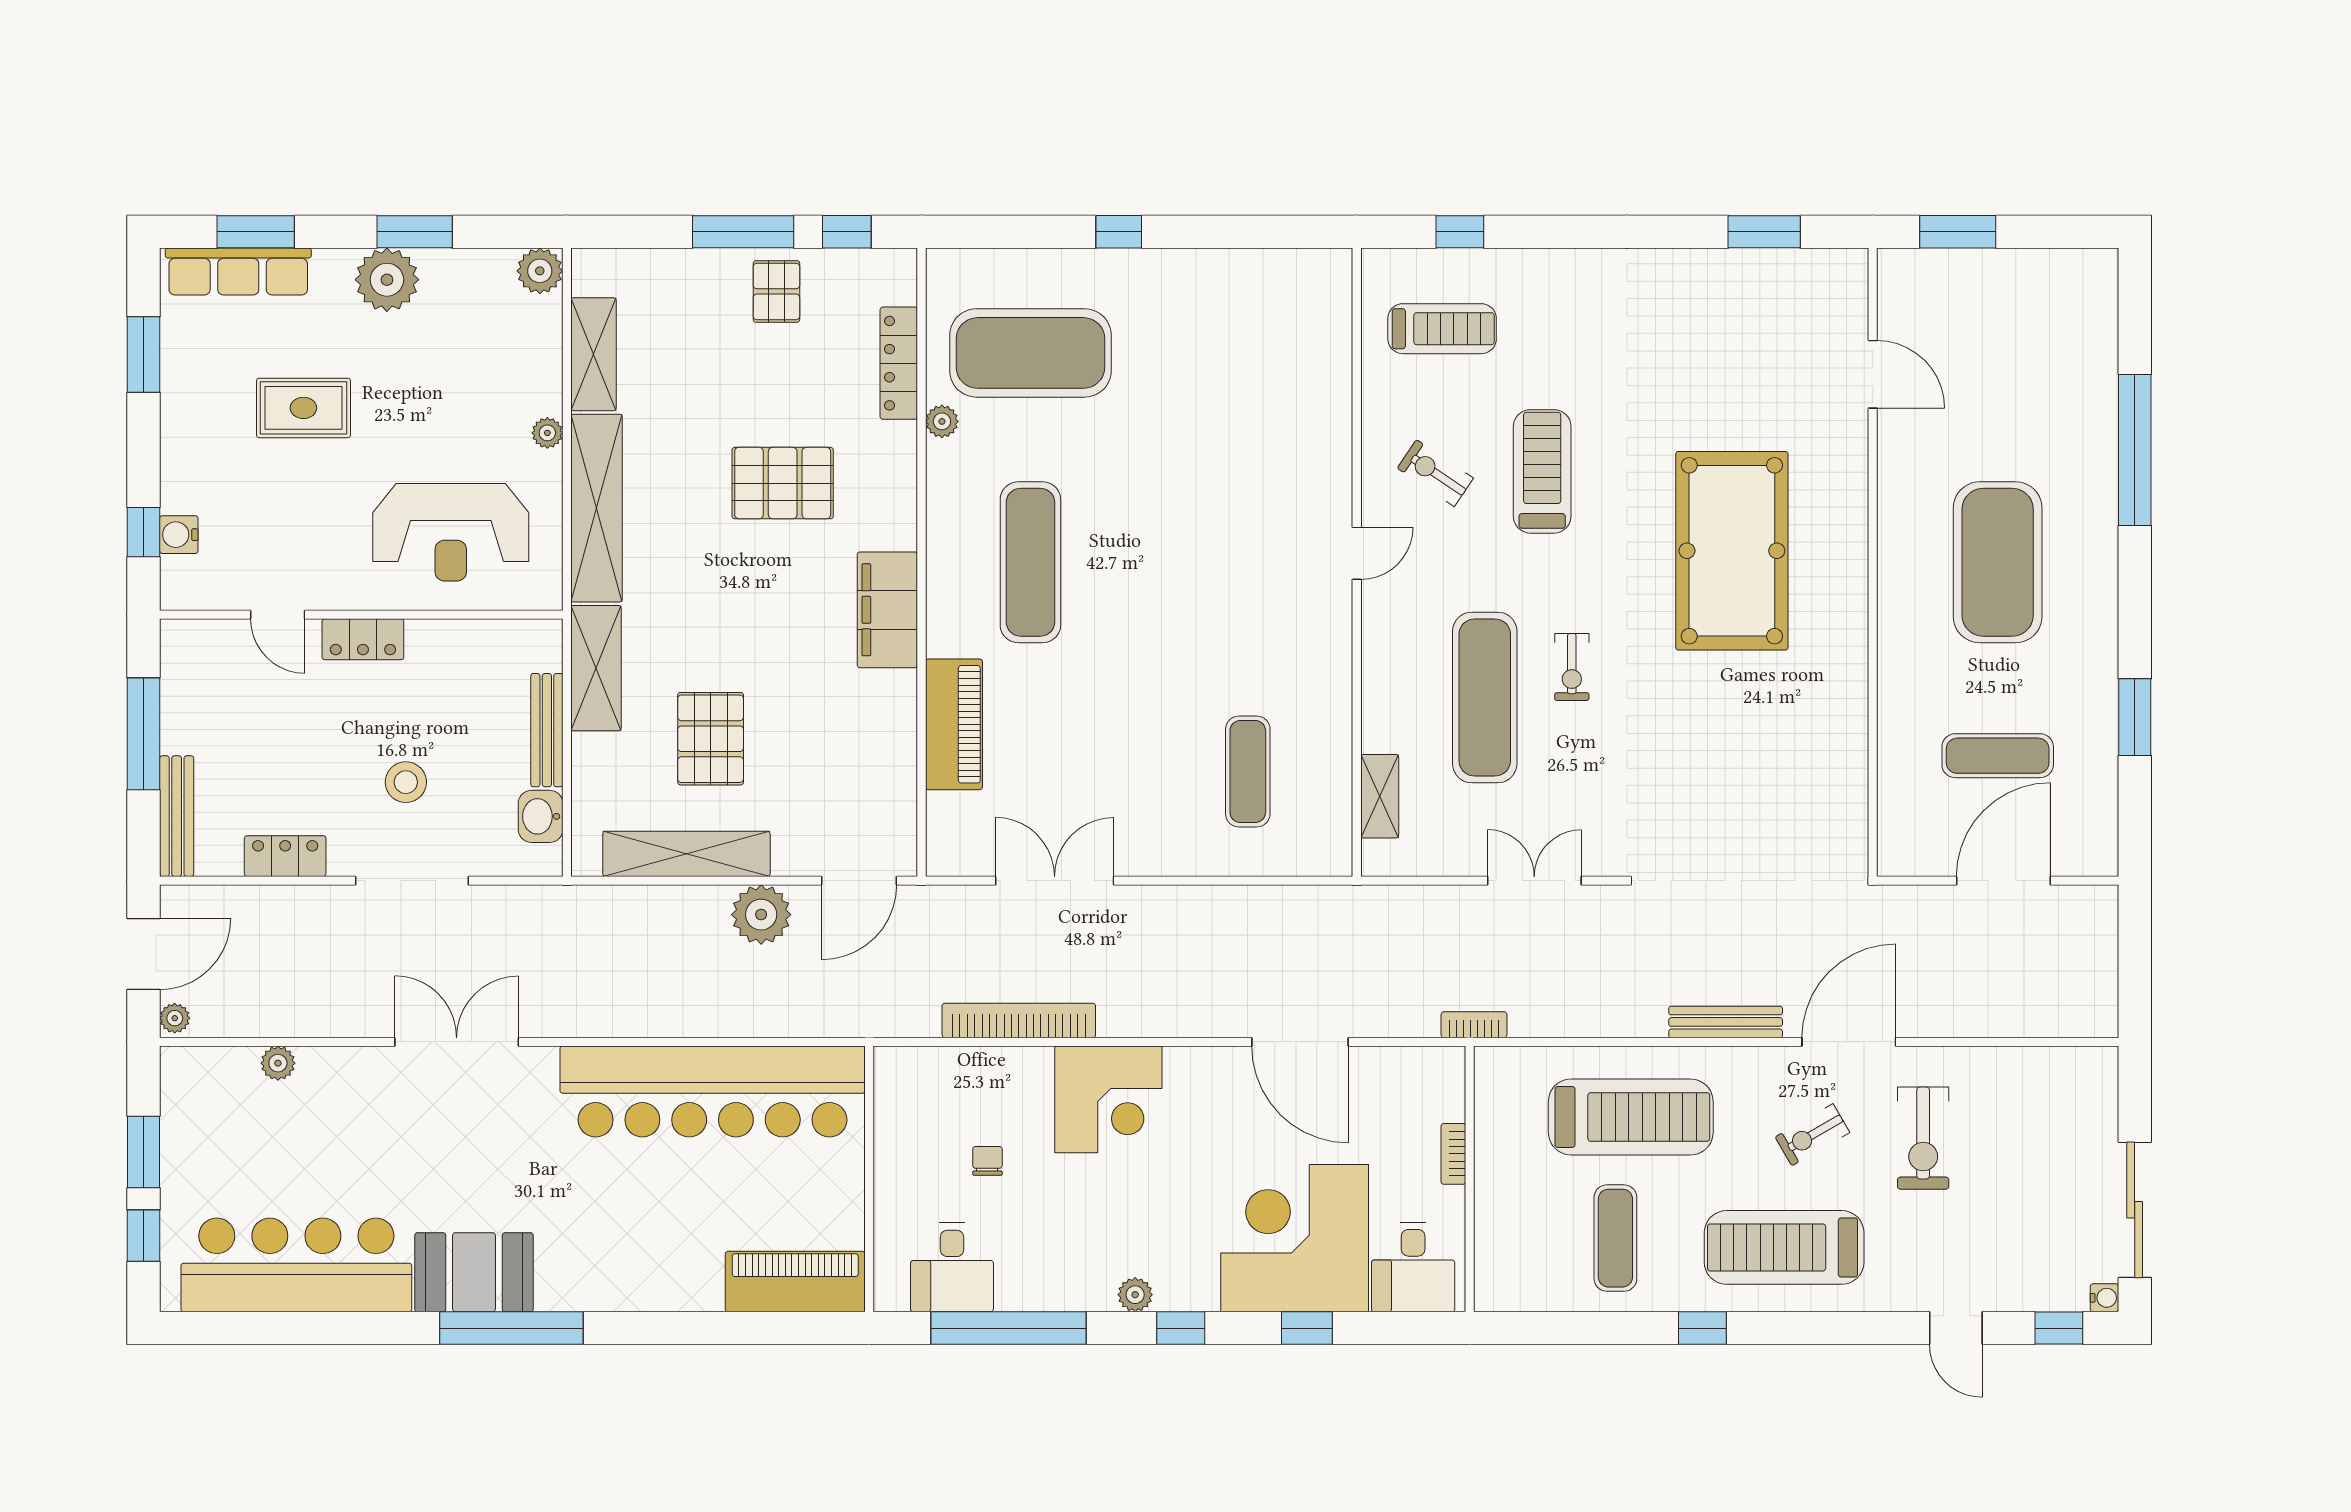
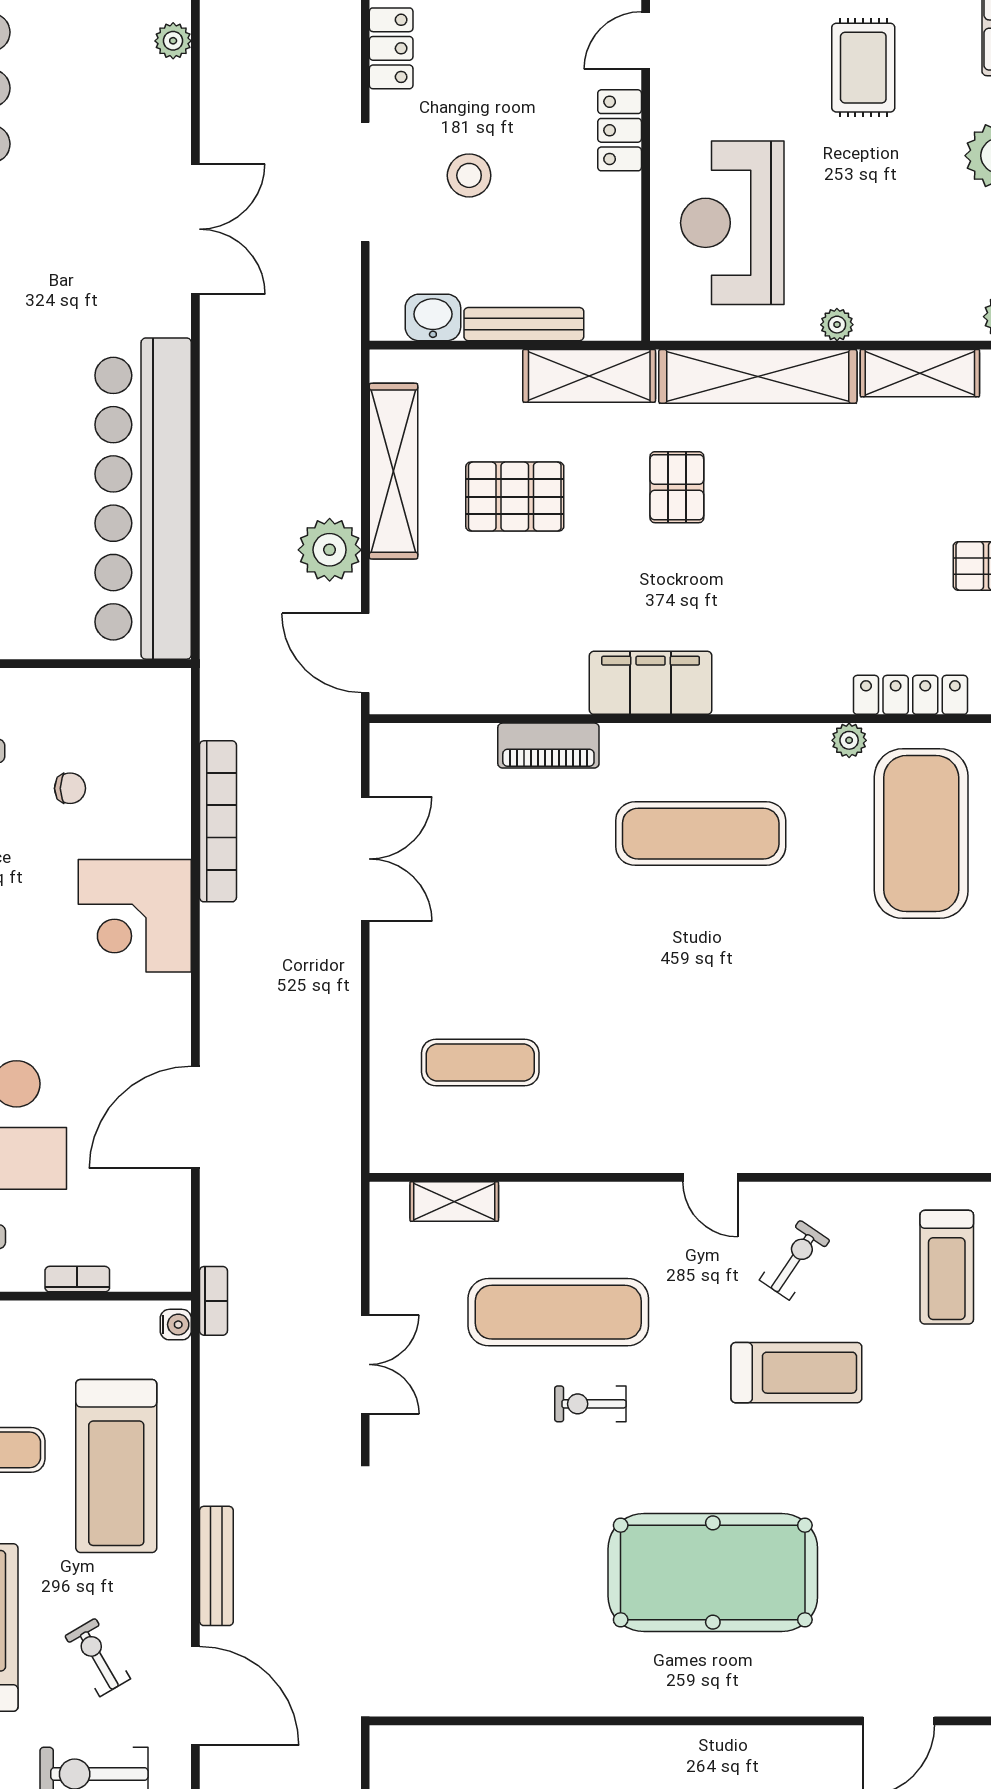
pallet: (783, 483) -> (677, 487), moved, width x0.67, depth x0.71
piano: (954, 724) -> (548, 746), width x0.73, depth x0.75
water cooler: (1497, 1061) -> (176, 1325), added

